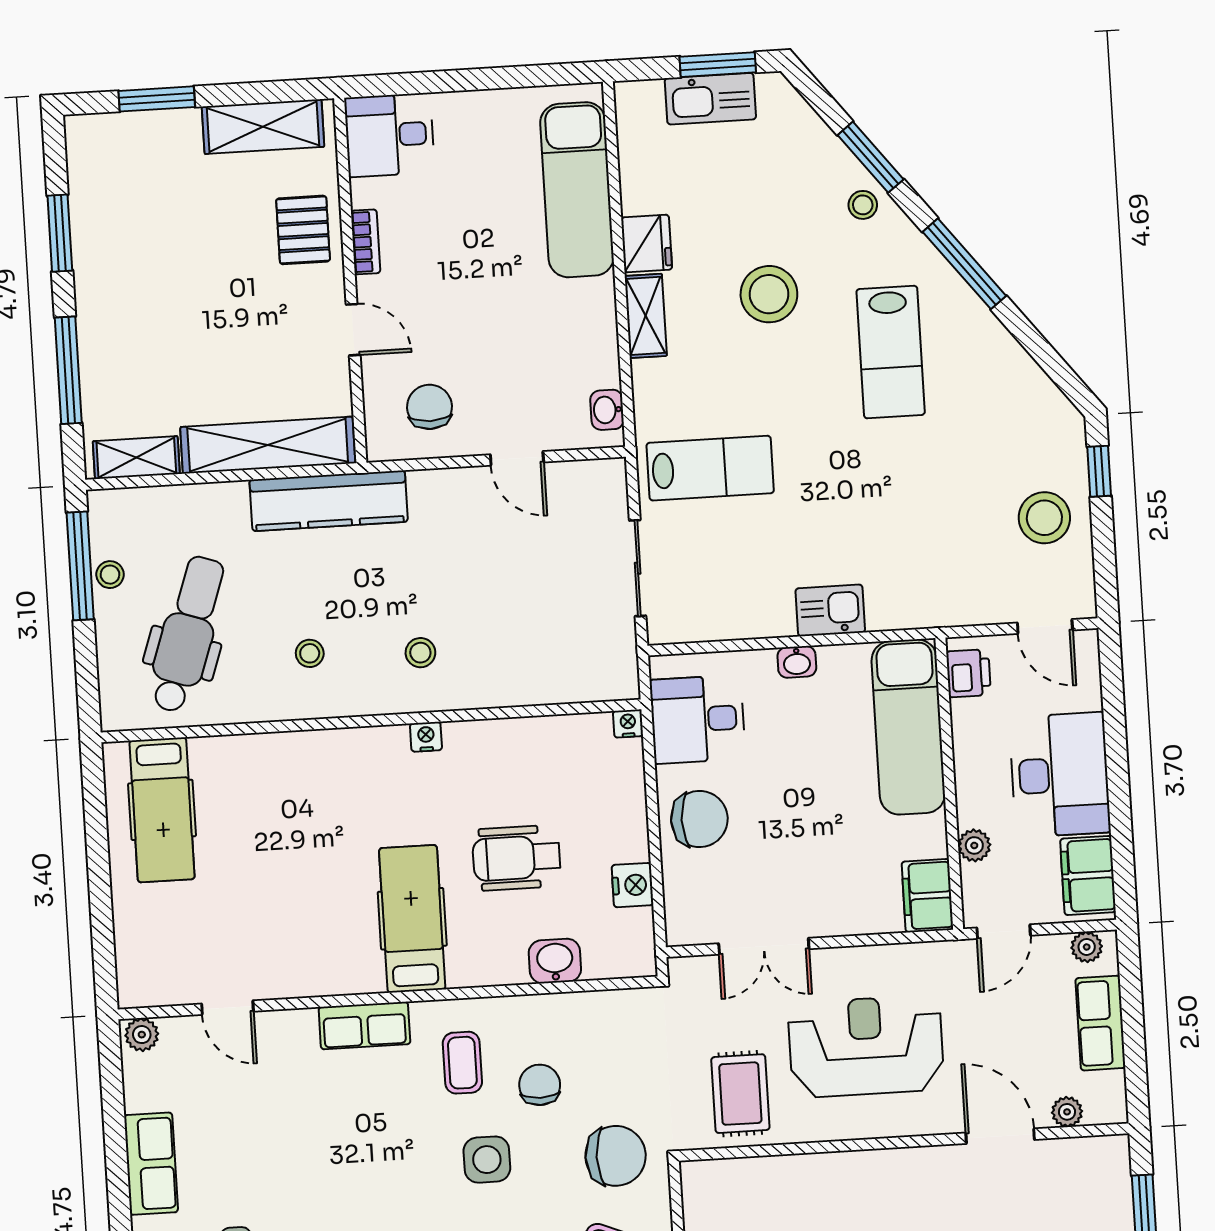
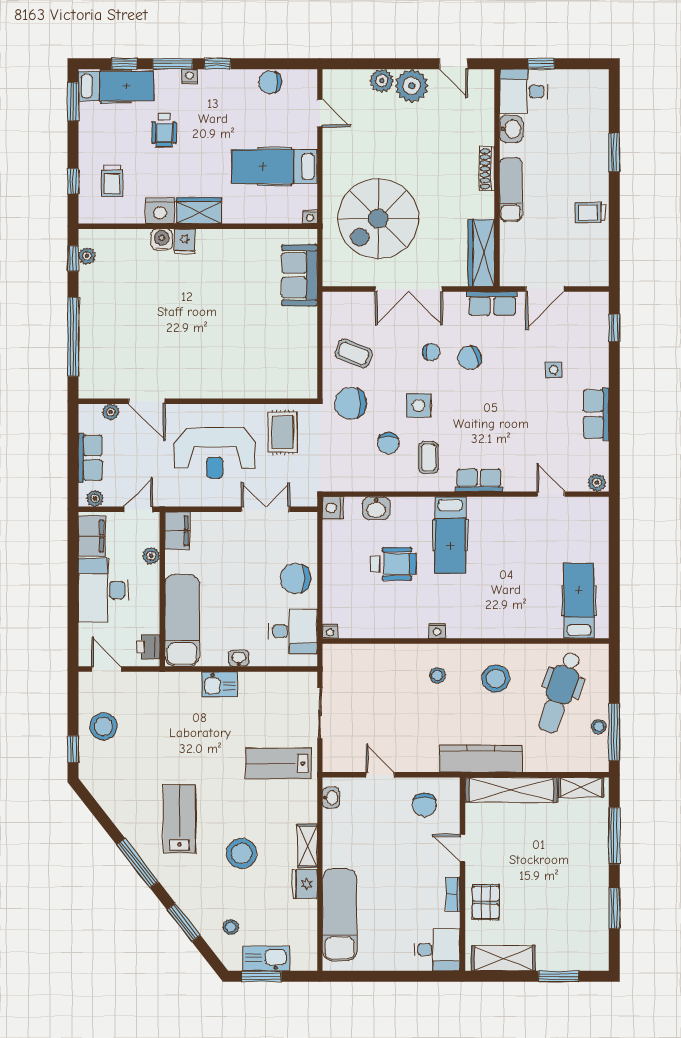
stool: (863, 205) -> (231, 927), moved
stool: (310, 653) -> (496, 679), width x1.89, depth x1.89
nightstand: (632, 885) -> (333, 508), moved

